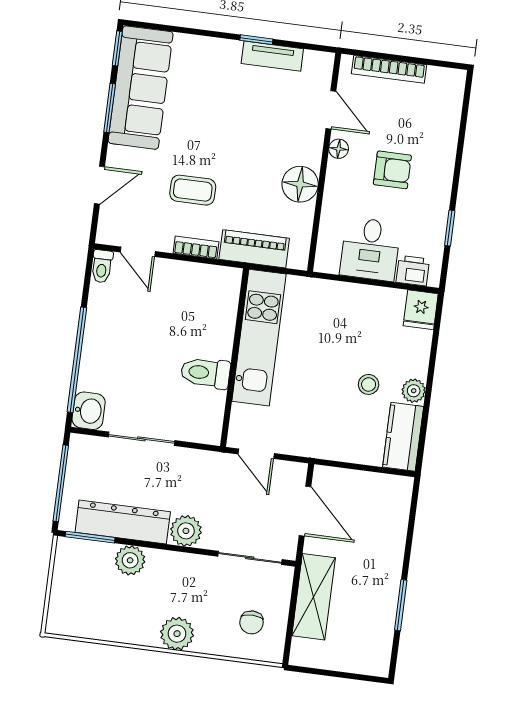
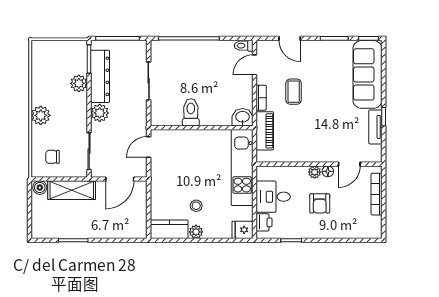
sofa: (141, 88) -> (367, 74), moved, turned 90
plant: (337, 172) -> (315, 172), added
floor lamp: (300, 184) -> (305, 152), removed
kitchen unit: (259, 338) -> (242, 168), moved, turned 90
washbasin: (89, 411) -> (243, 117), moved, turned 180
boiler: (302, 651) -> (40, 188), added

